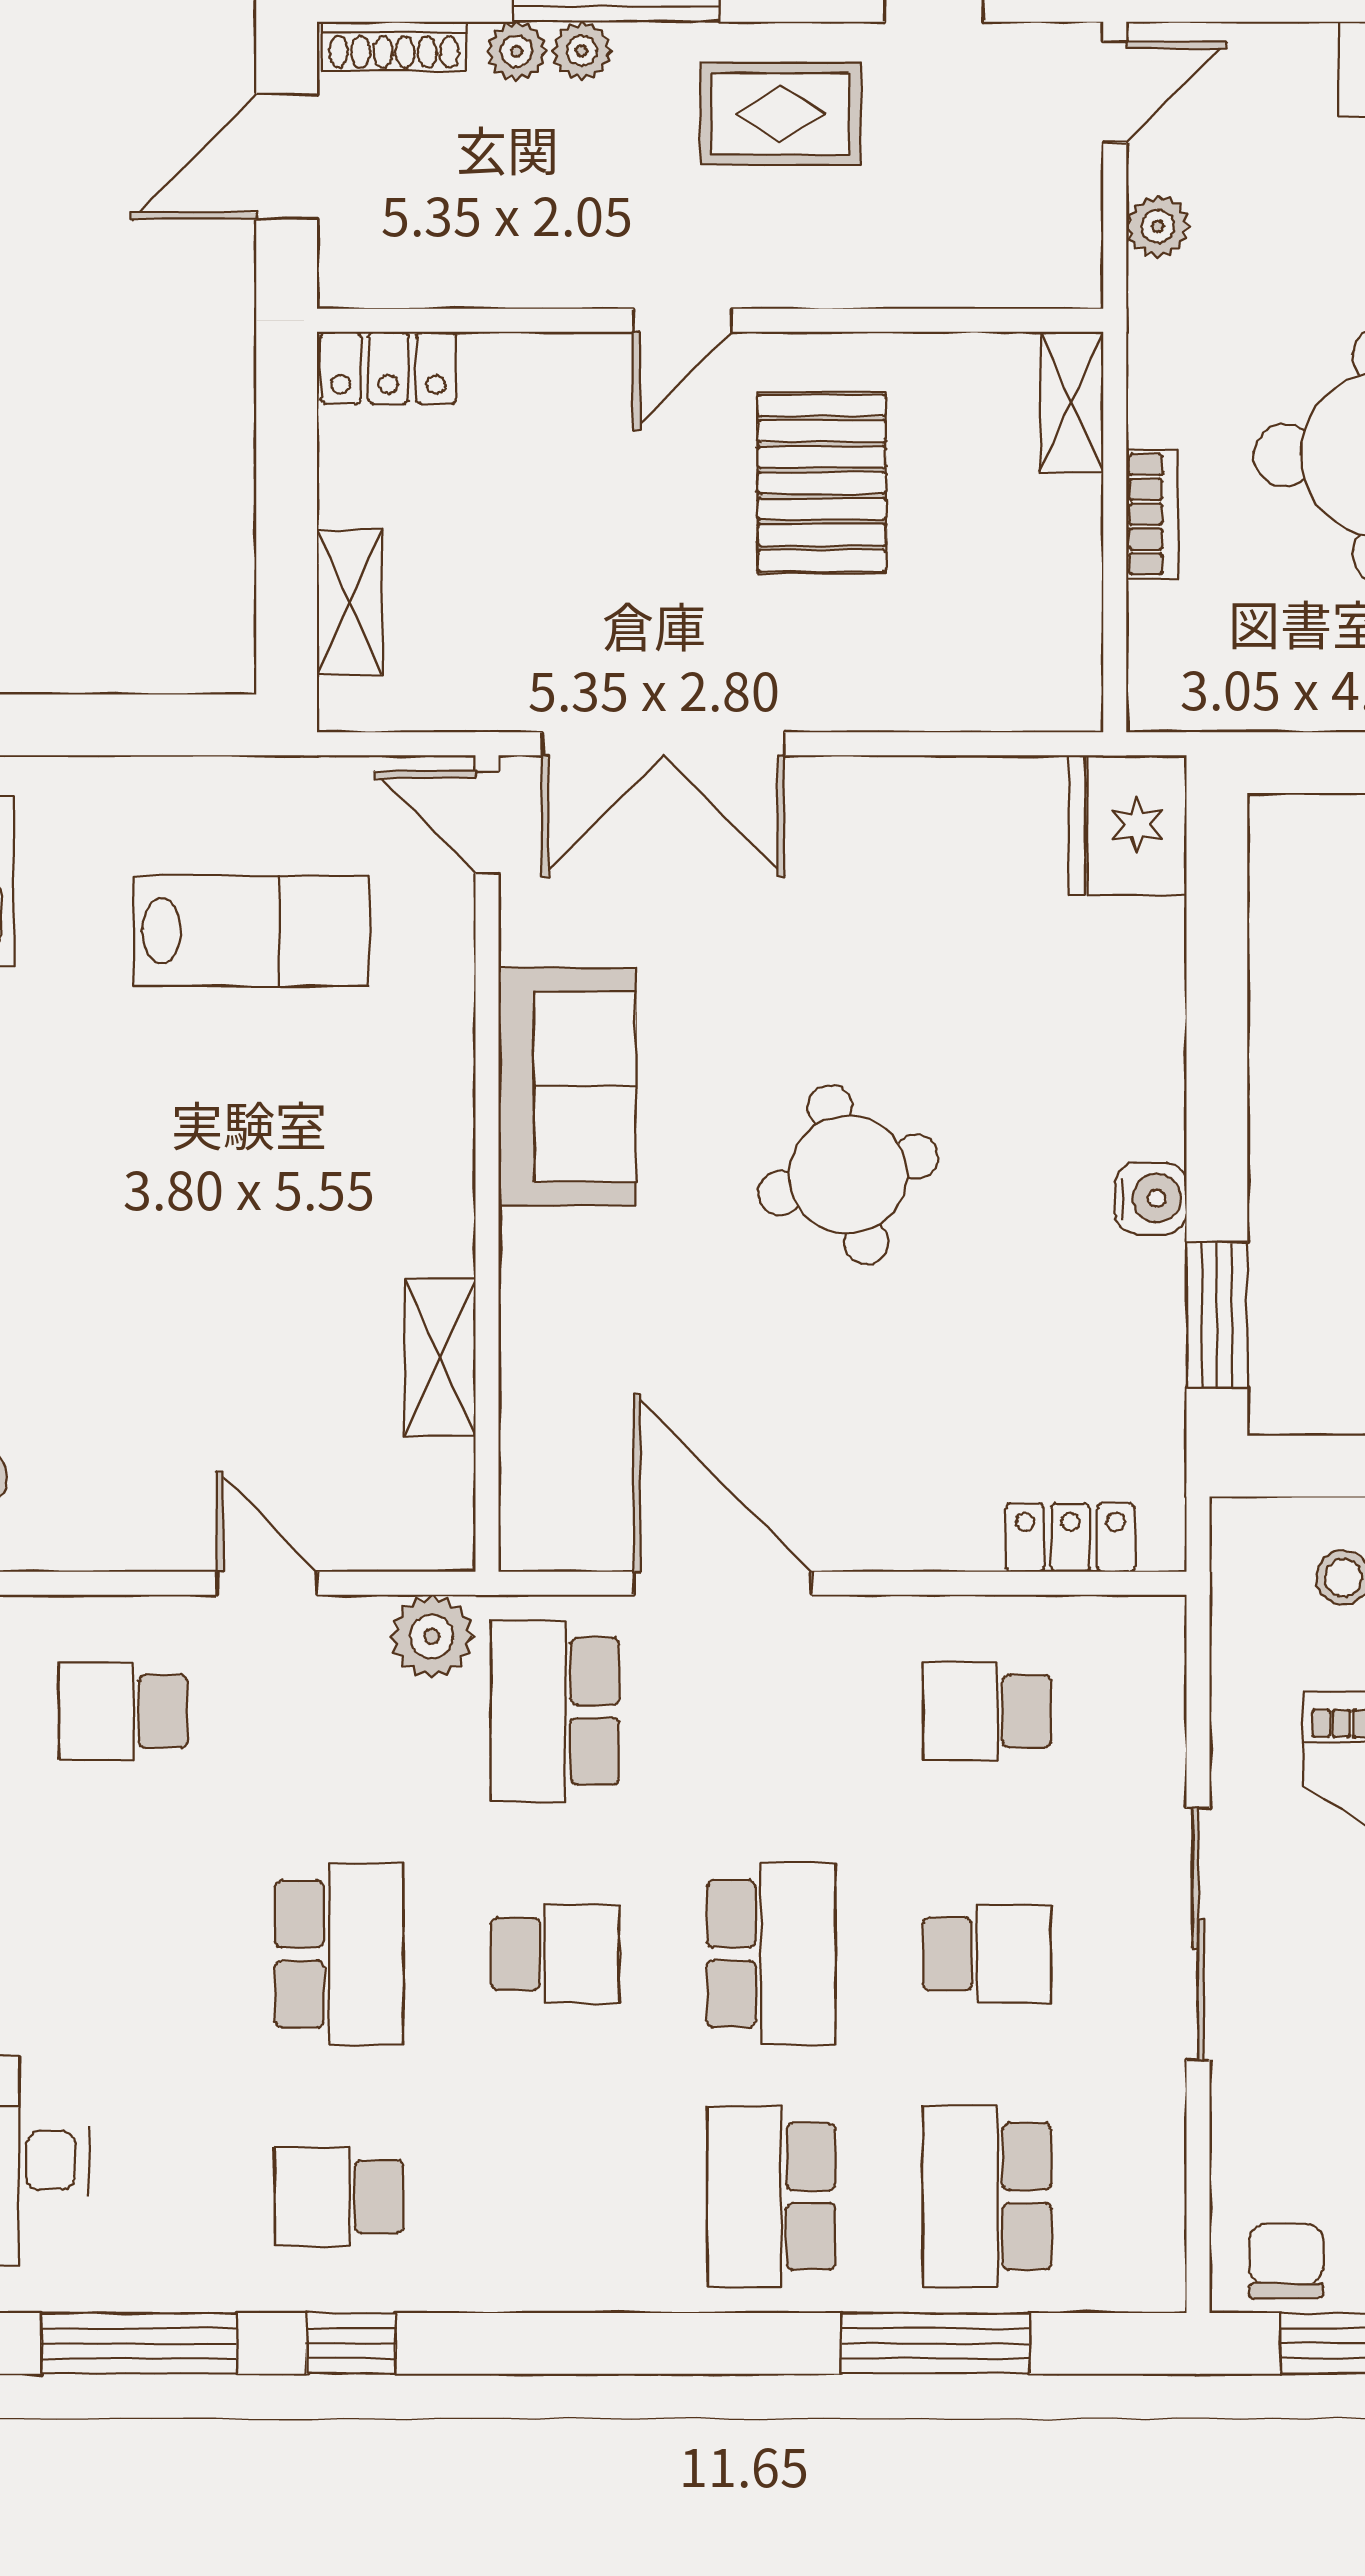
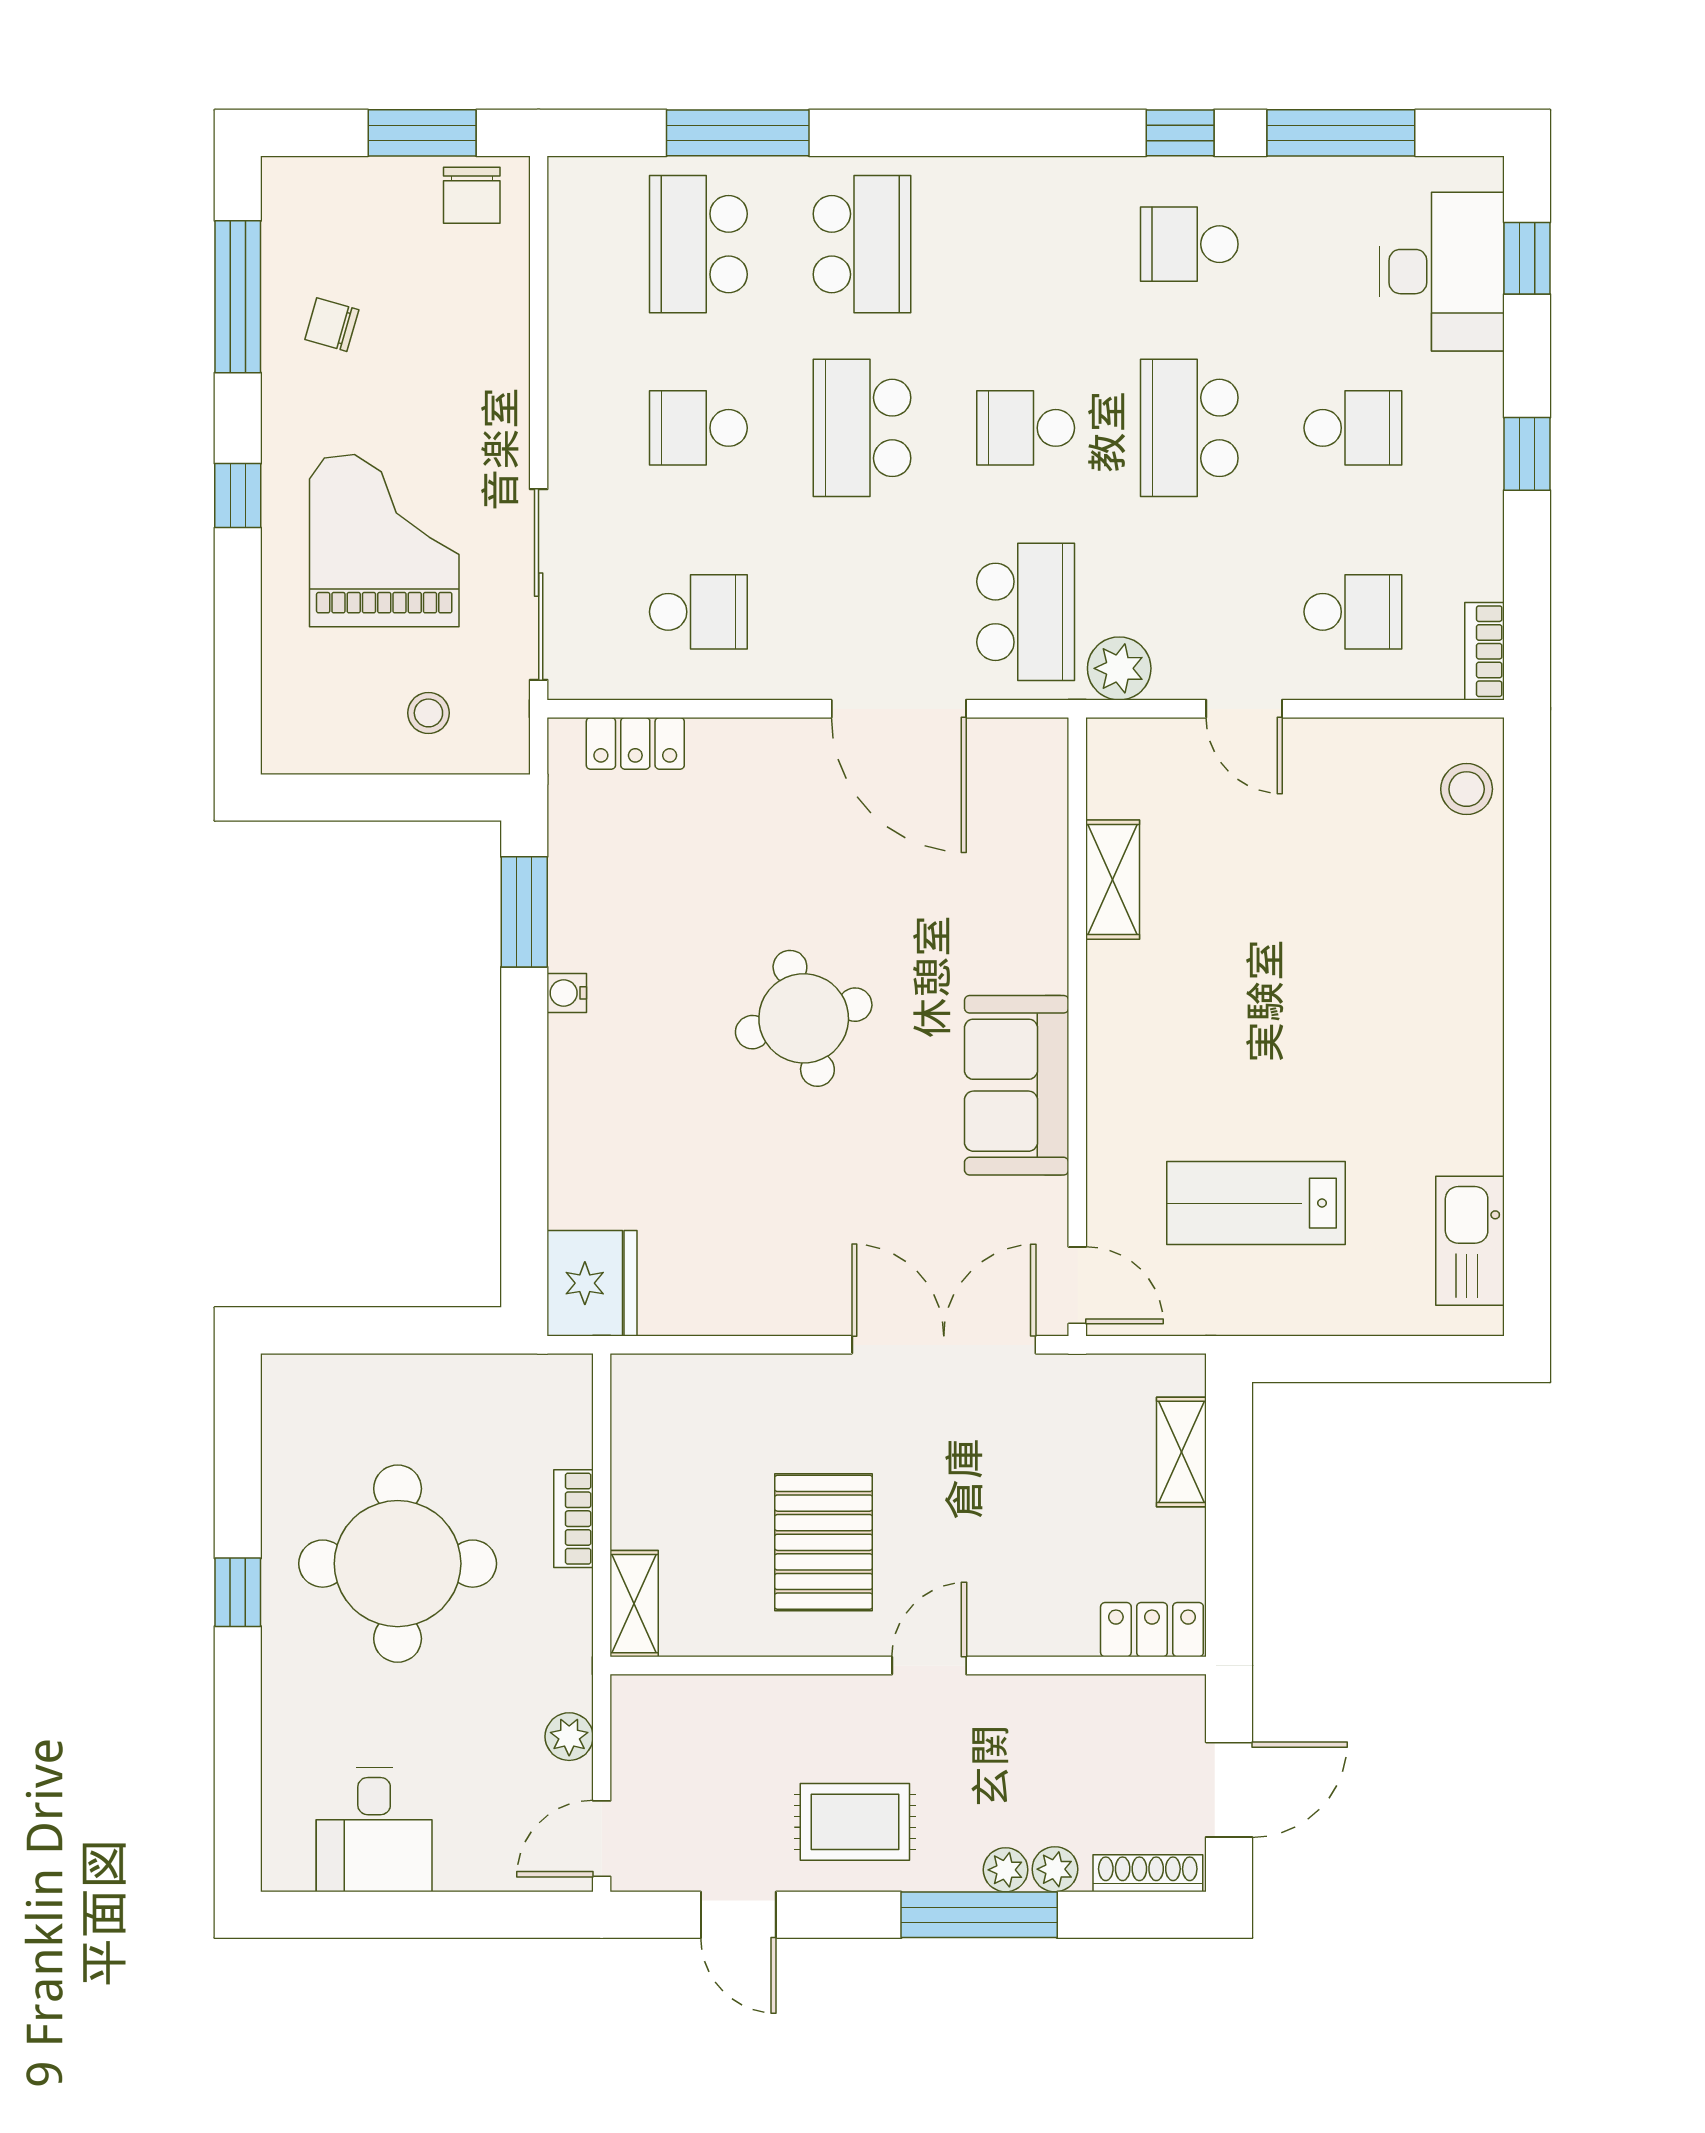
water cooler: (1151, 1198) -> (567, 993), width x0.72, depth x0.72
sliding door: (1198, 1934) -> (539, 585), moved
school desk: (123, 1954) -> (1353, 428), added
school desk: (339, 2197) -> (1189, 244), turned 180
school desk: (987, 2197) -> (698, 244), turned 180

